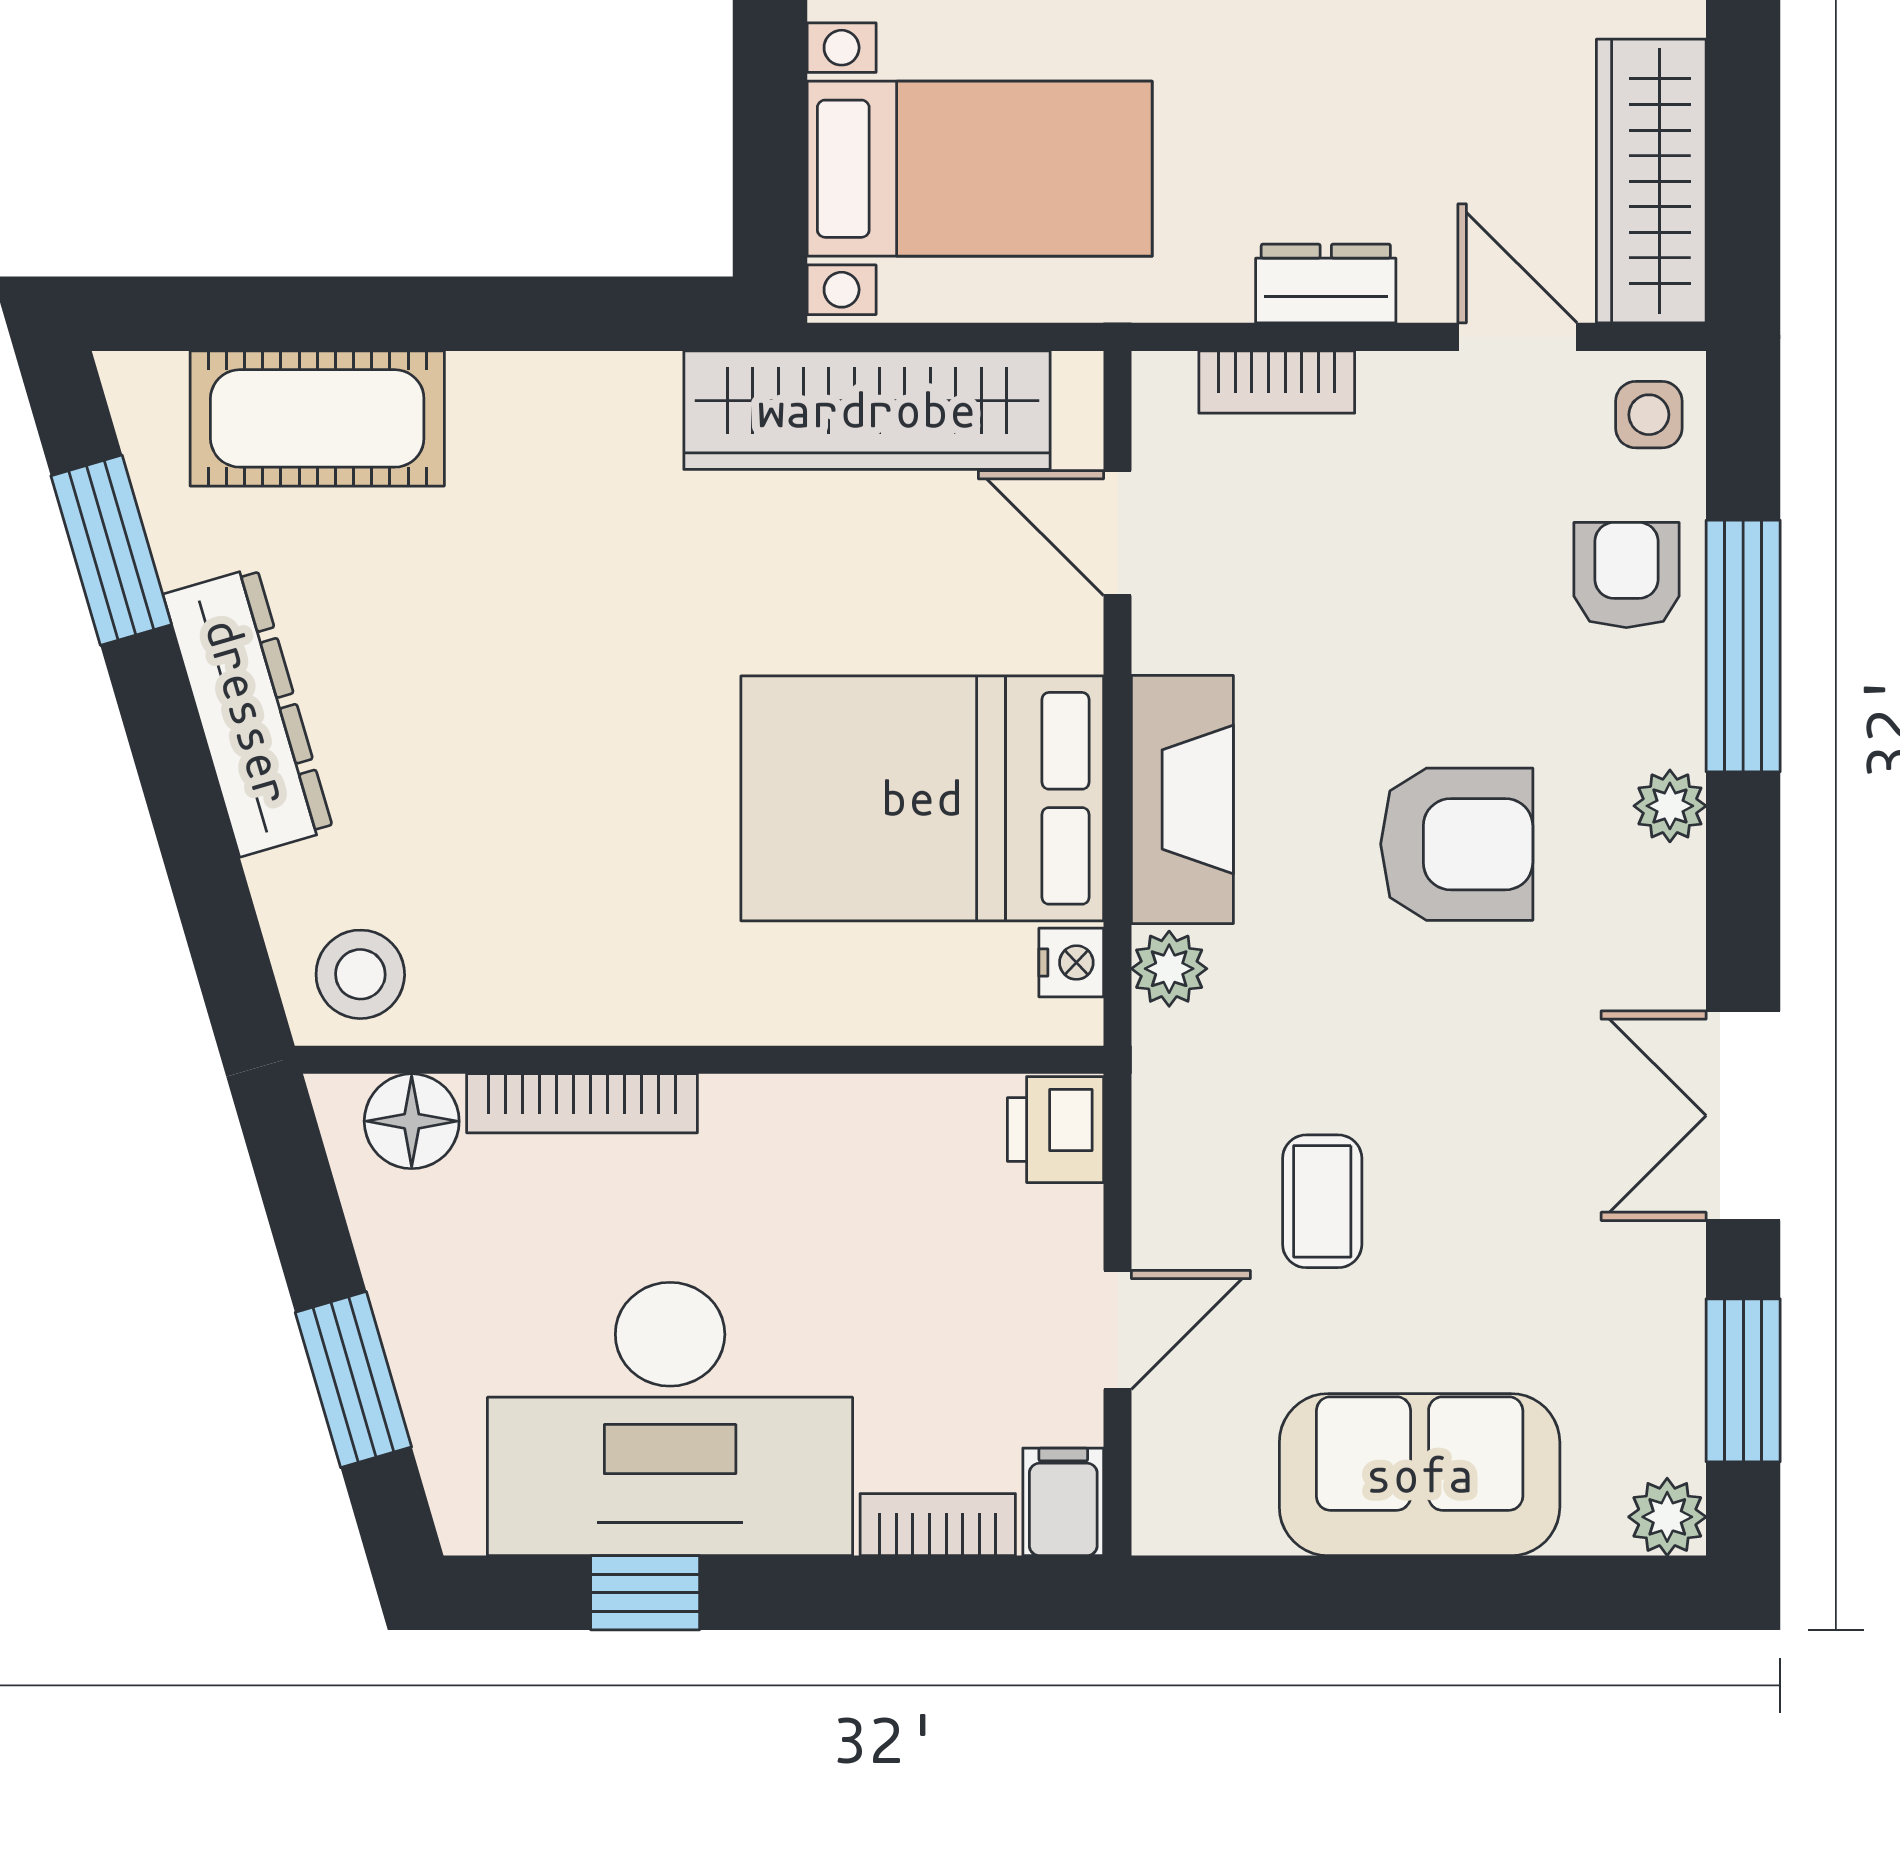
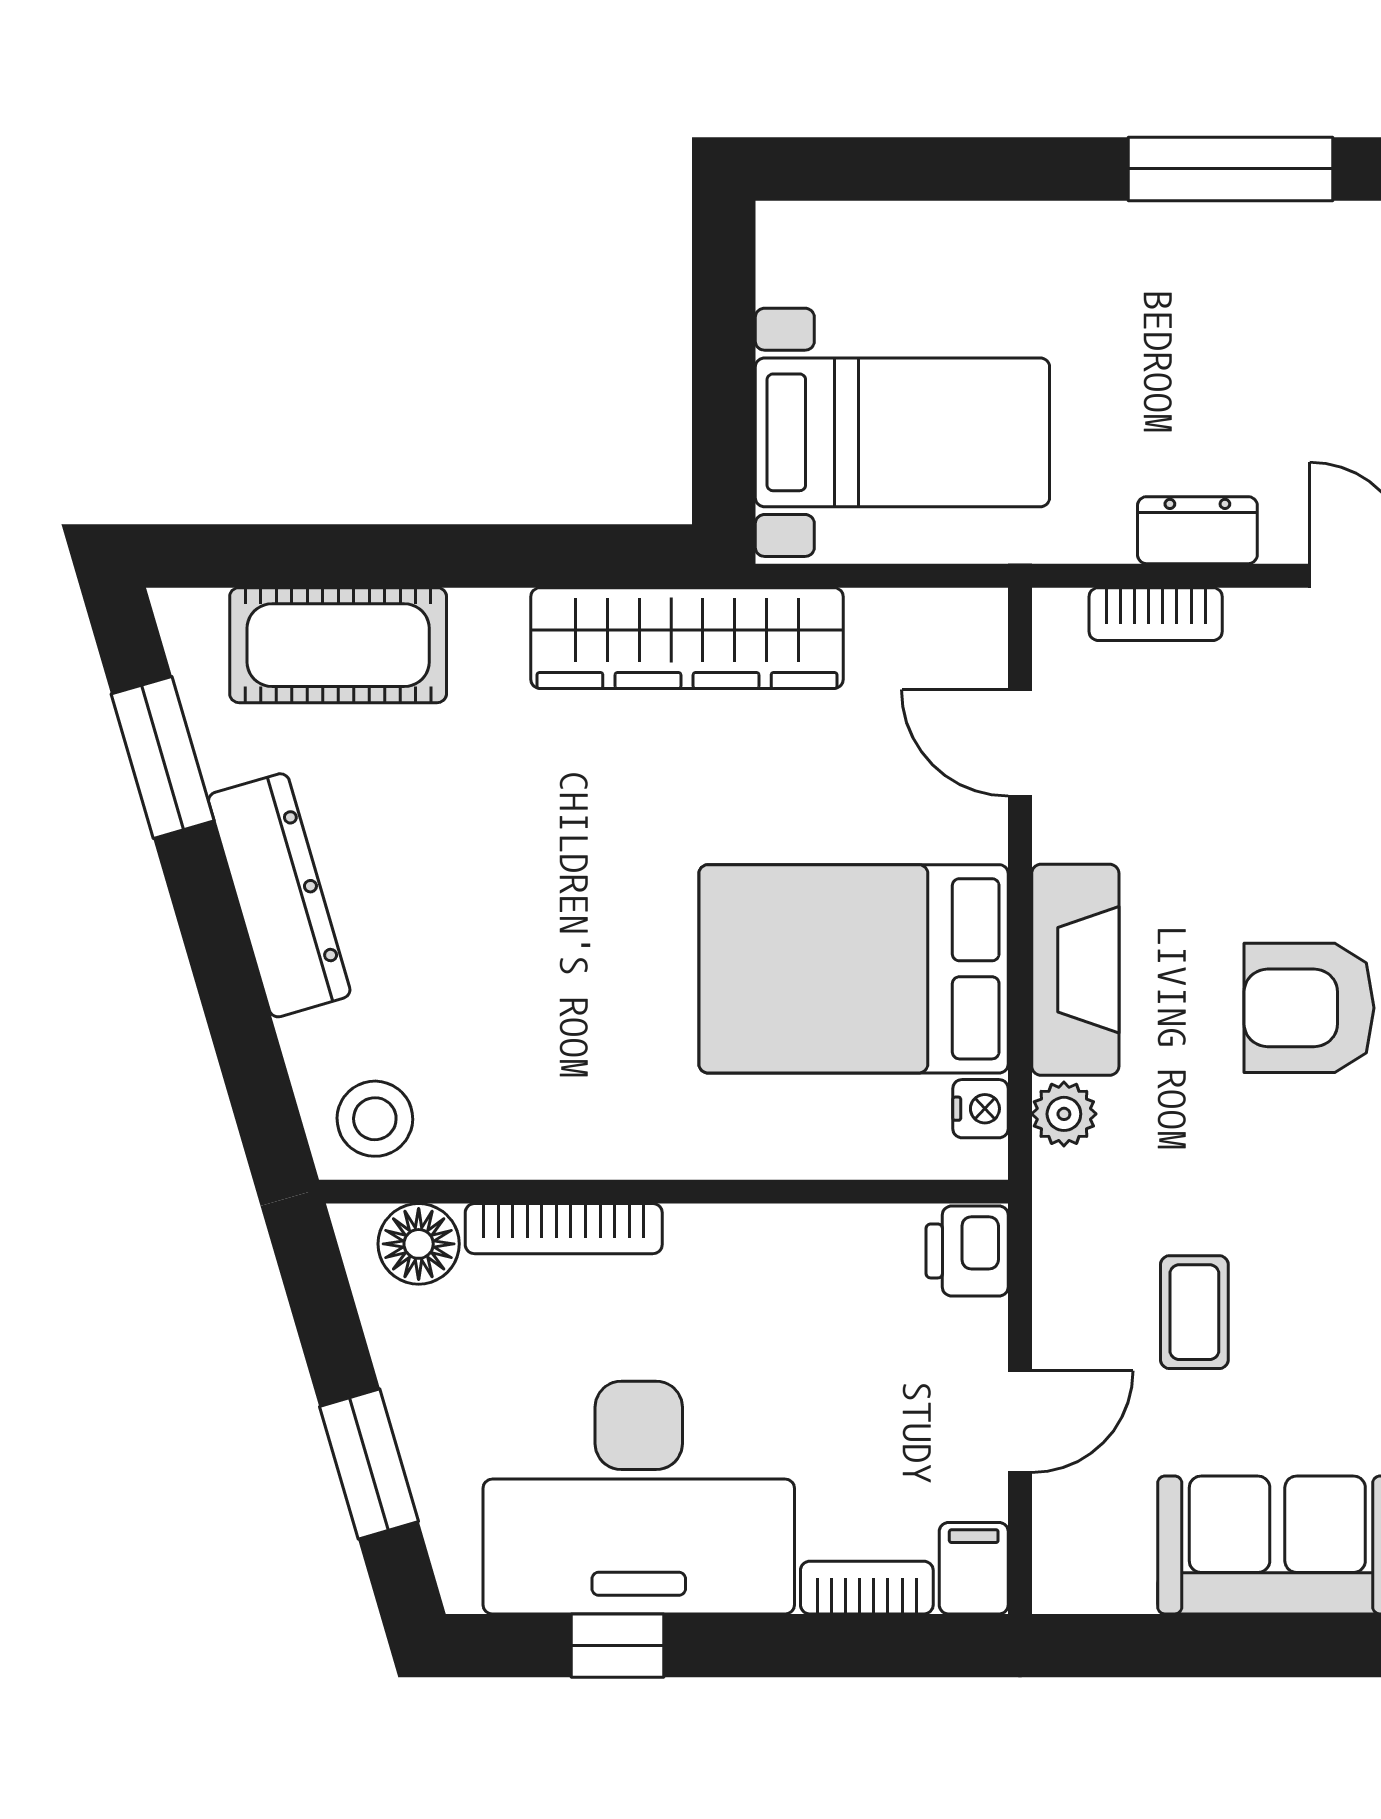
wardrobe: (867, 410) -> (687, 638), moved
armchair: (1457, 844) -> (1309, 1008), turned 180

